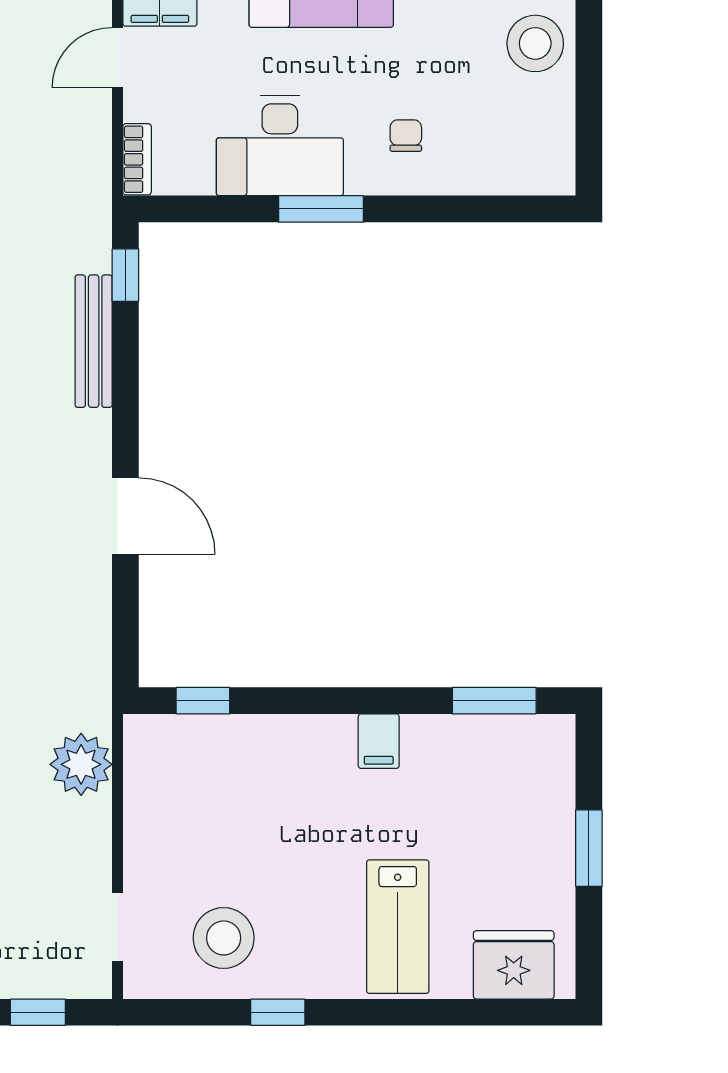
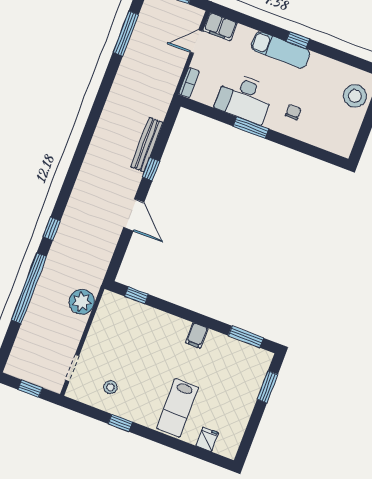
window: (125, 275) -> (151, 169), moved
window: (589, 848) -> (267, 387), moved
stool: (224, 938) -> (110, 387), width x0.53, depth x0.53
fridge: (514, 965) -> (207, 439), width x0.53, depth x0.75

